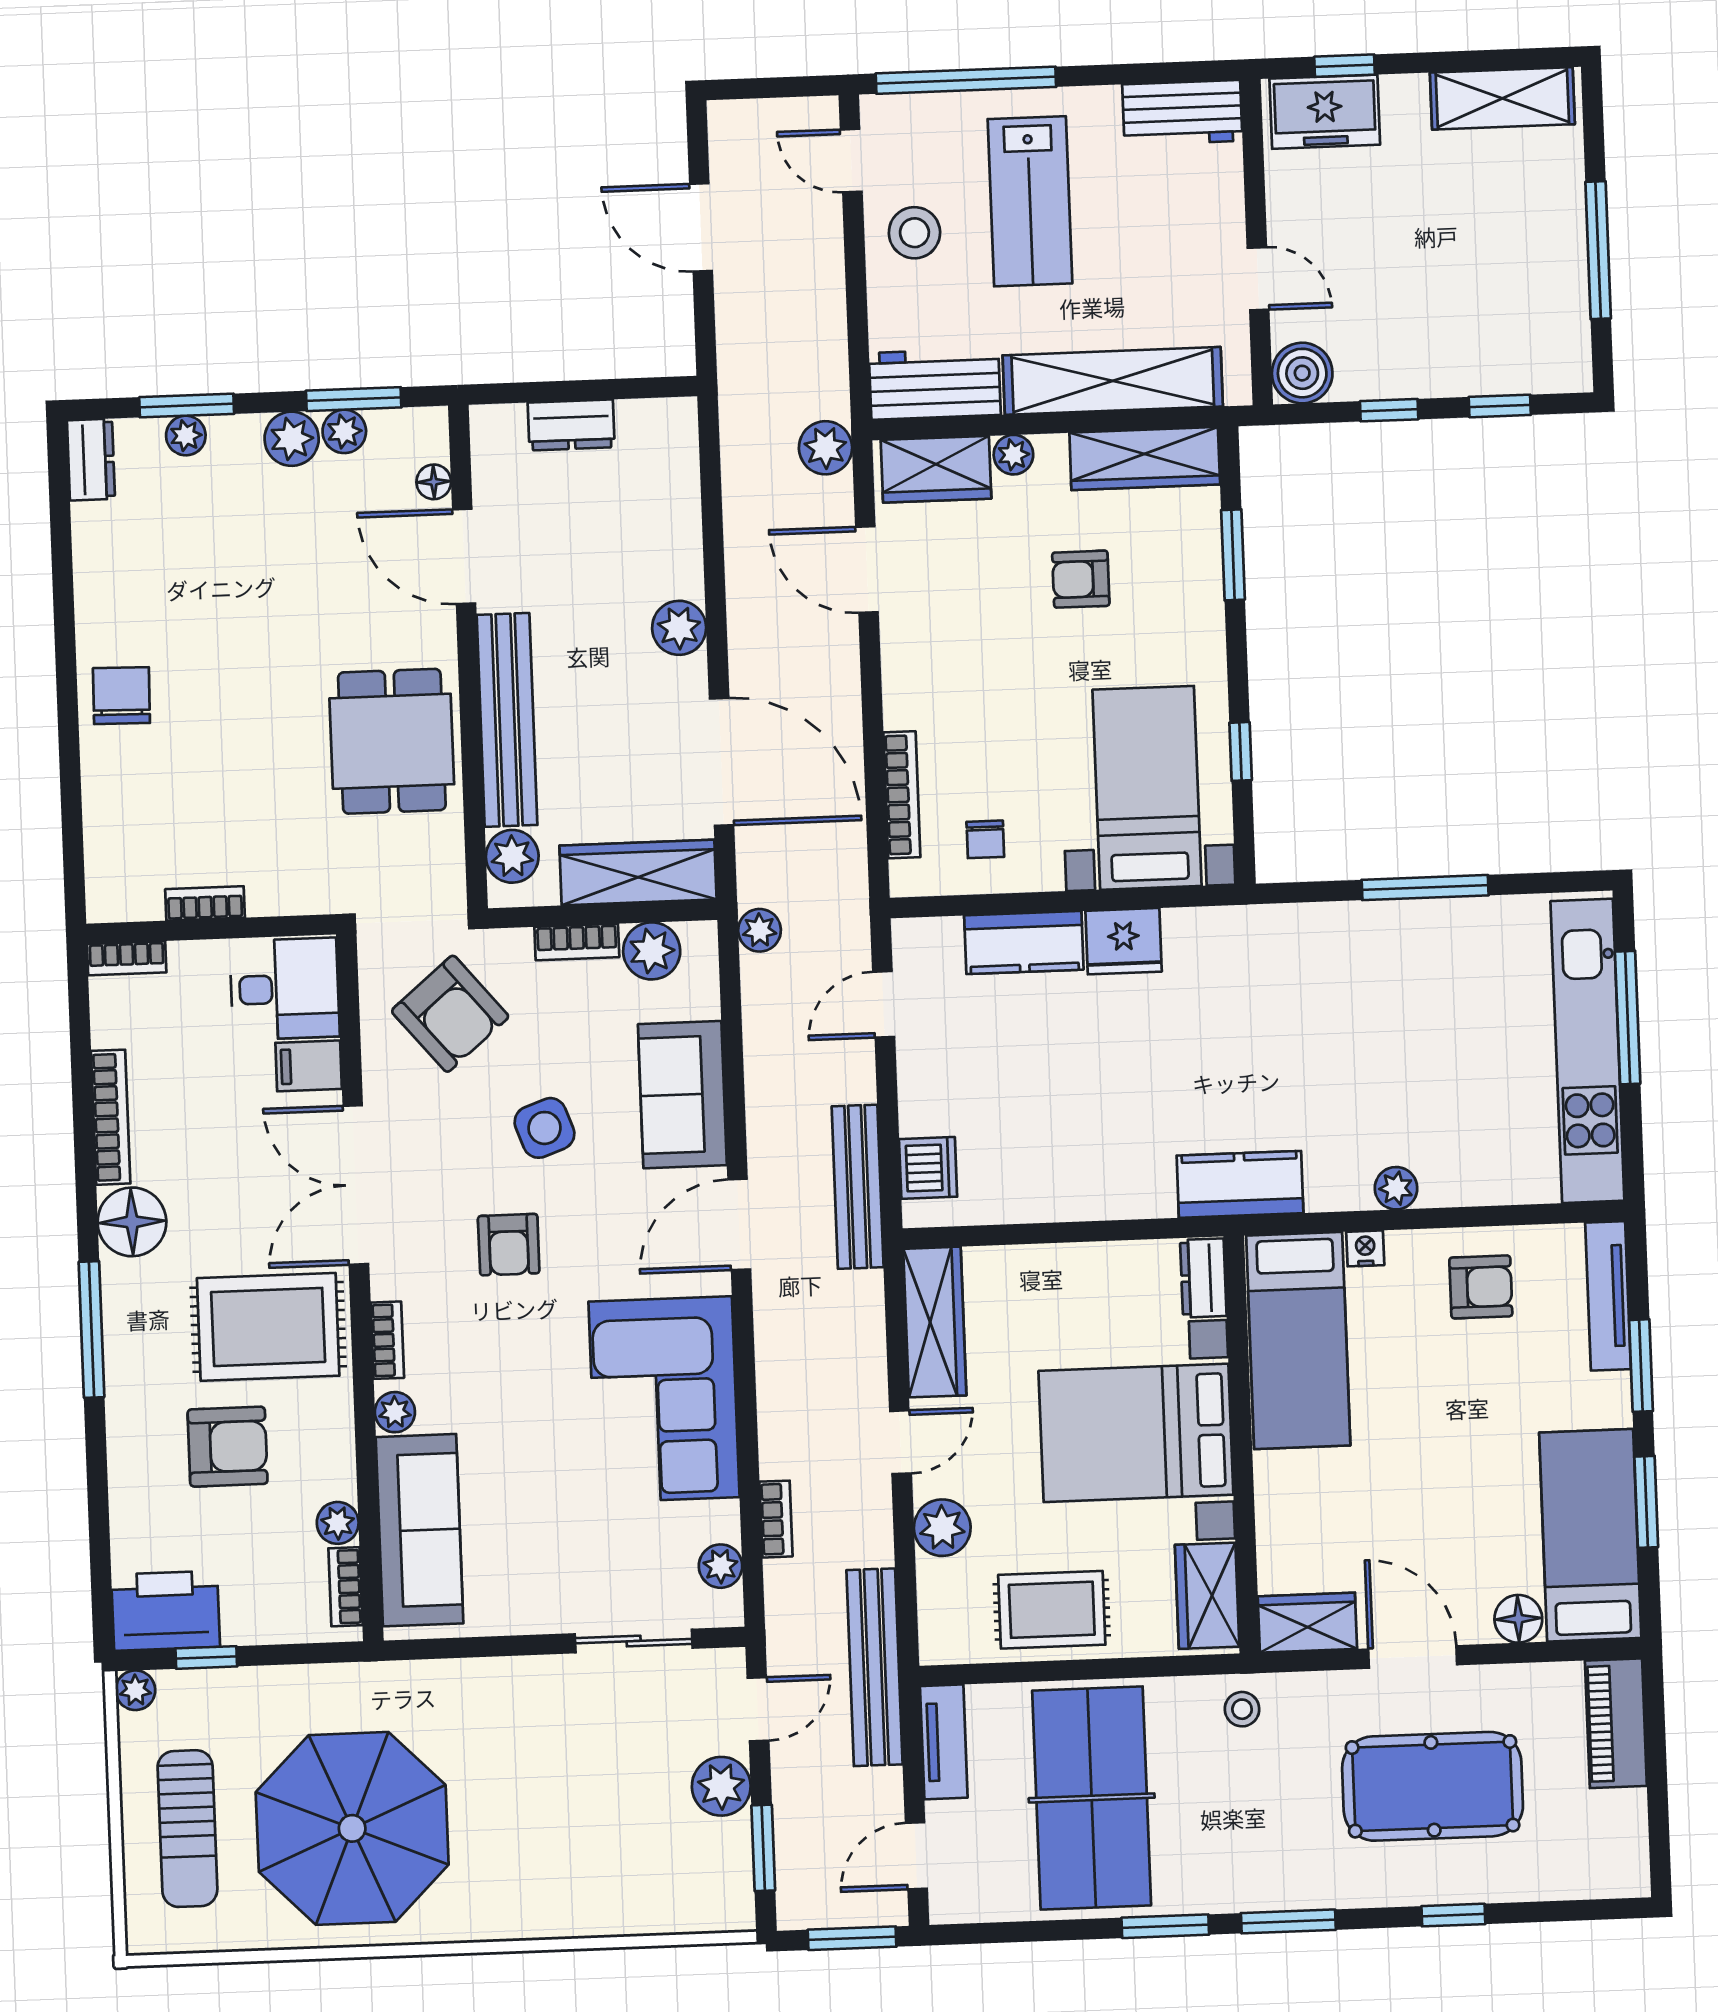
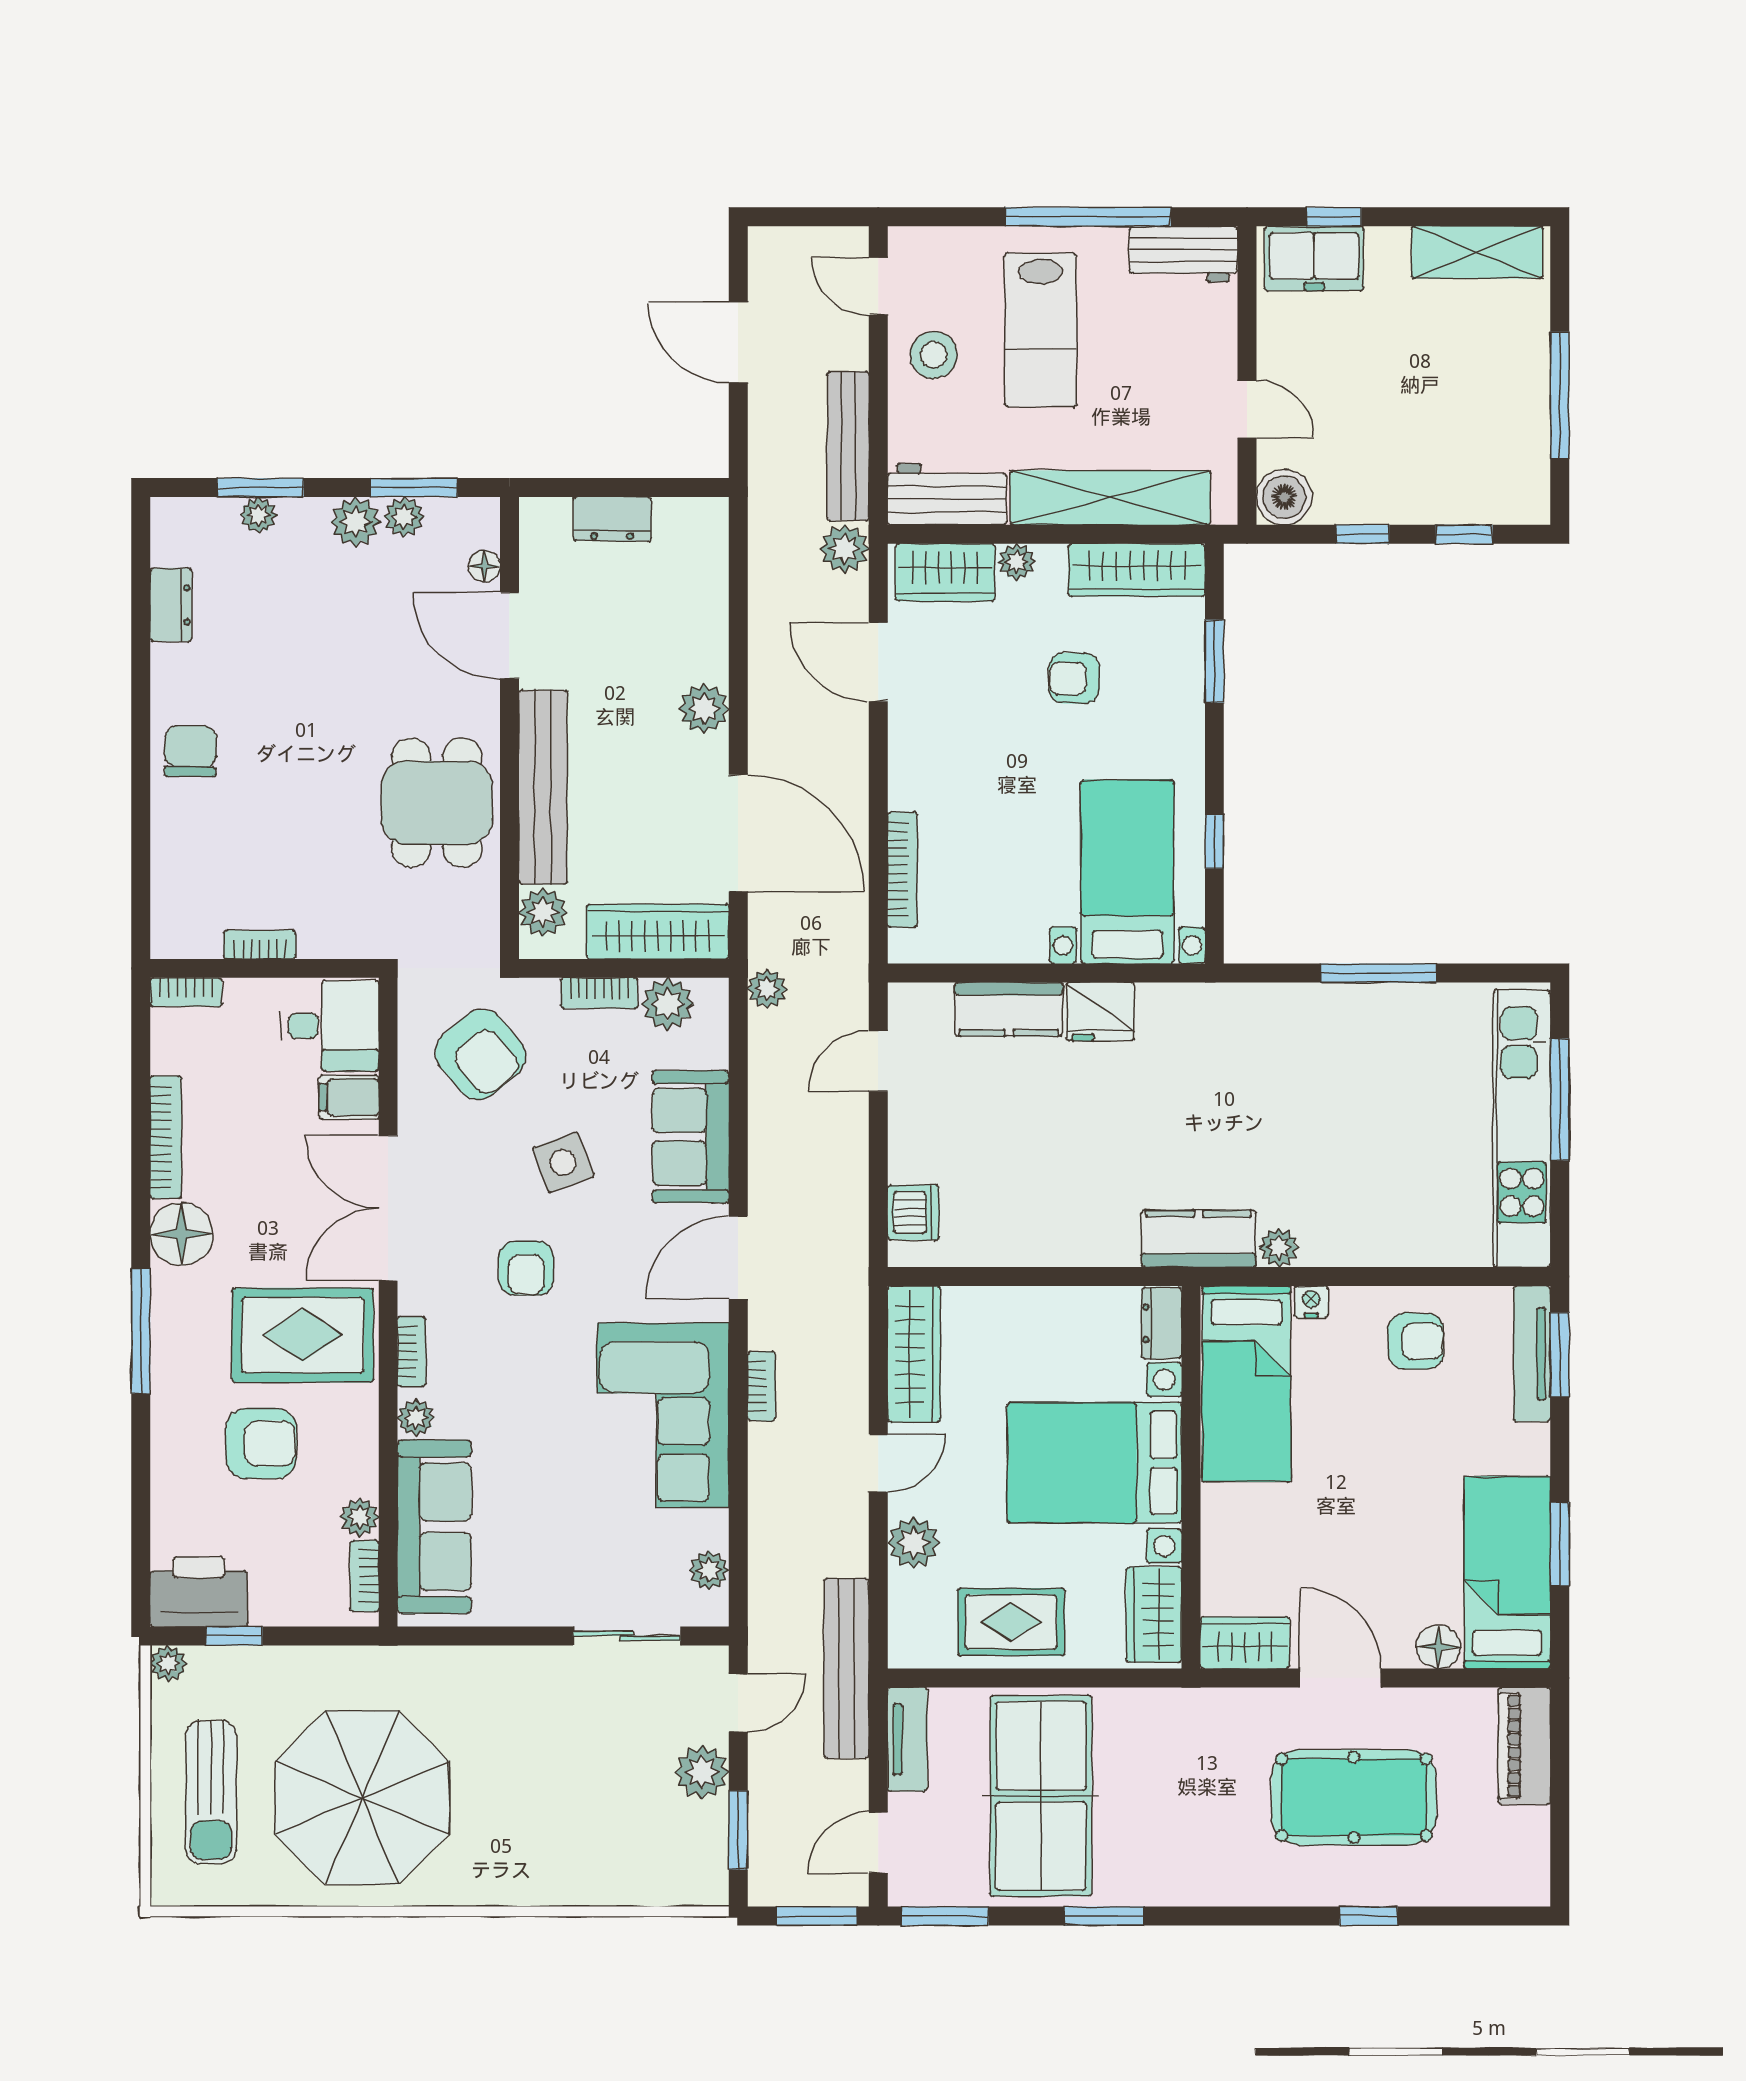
window: (966, 80) -> (1088, 217), moved
dresser: (91, 460) -> (171, 605), moved
chair: (985, 839) -> (977, 913), removed
bench: (858, 1187) -> (848, 446), moved
plant: (1396, 1188) -> (1279, 1248), moved
window: (1641, 1366) -> (1560, 1355), moved
bookcase: (776, 1519) -> (761, 1386), moved
stool: (1242, 1709) -> (1182, 1720), removed
window: (1288, 1921) -> (945, 1916), moved

